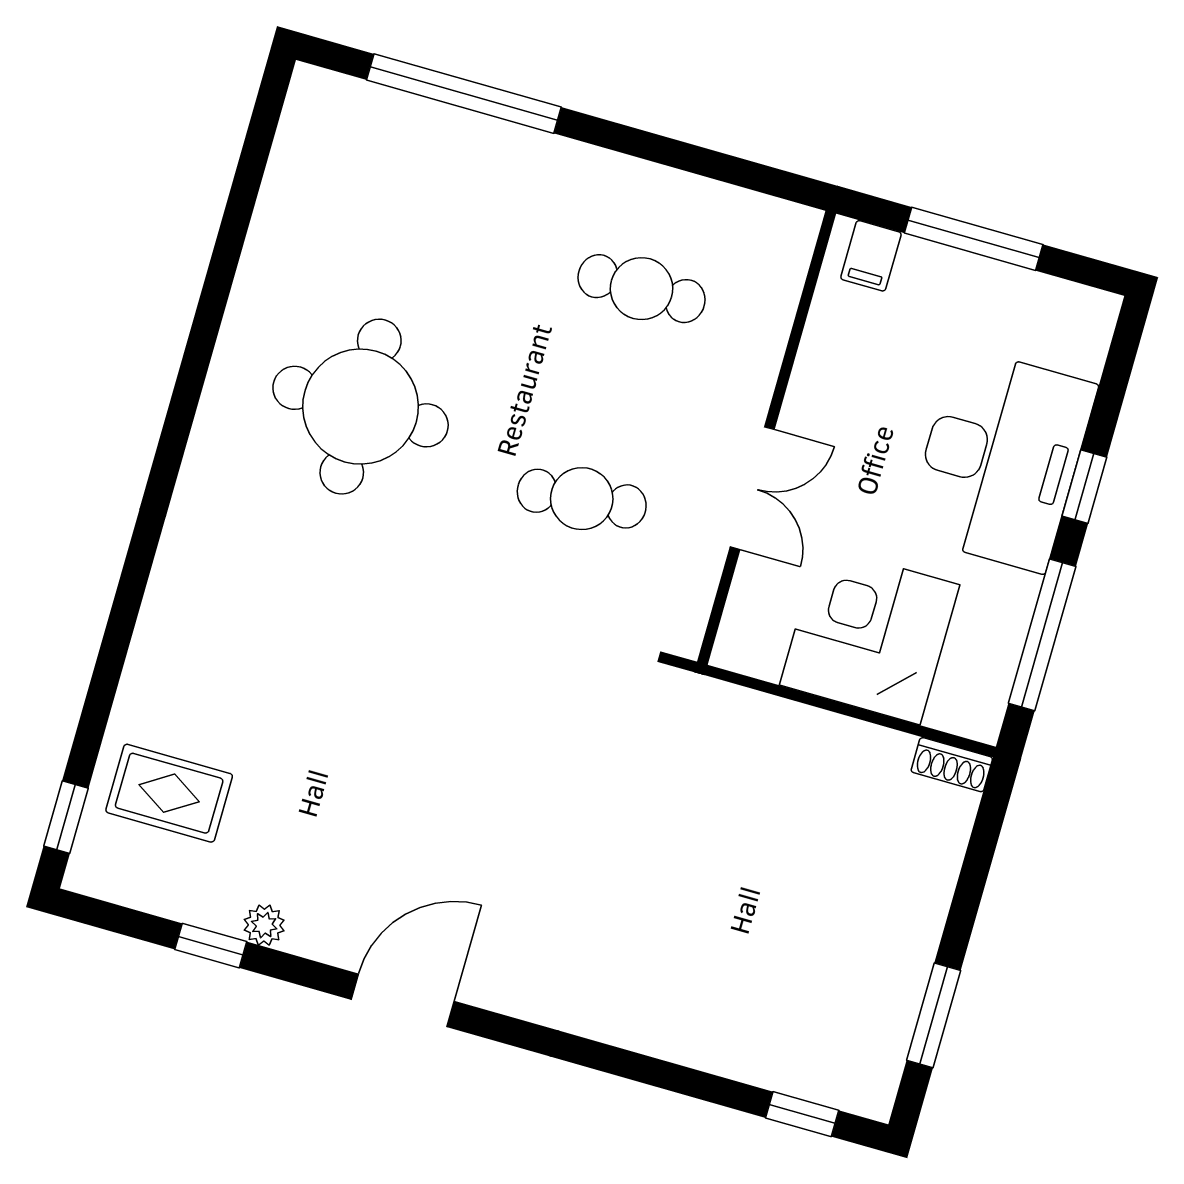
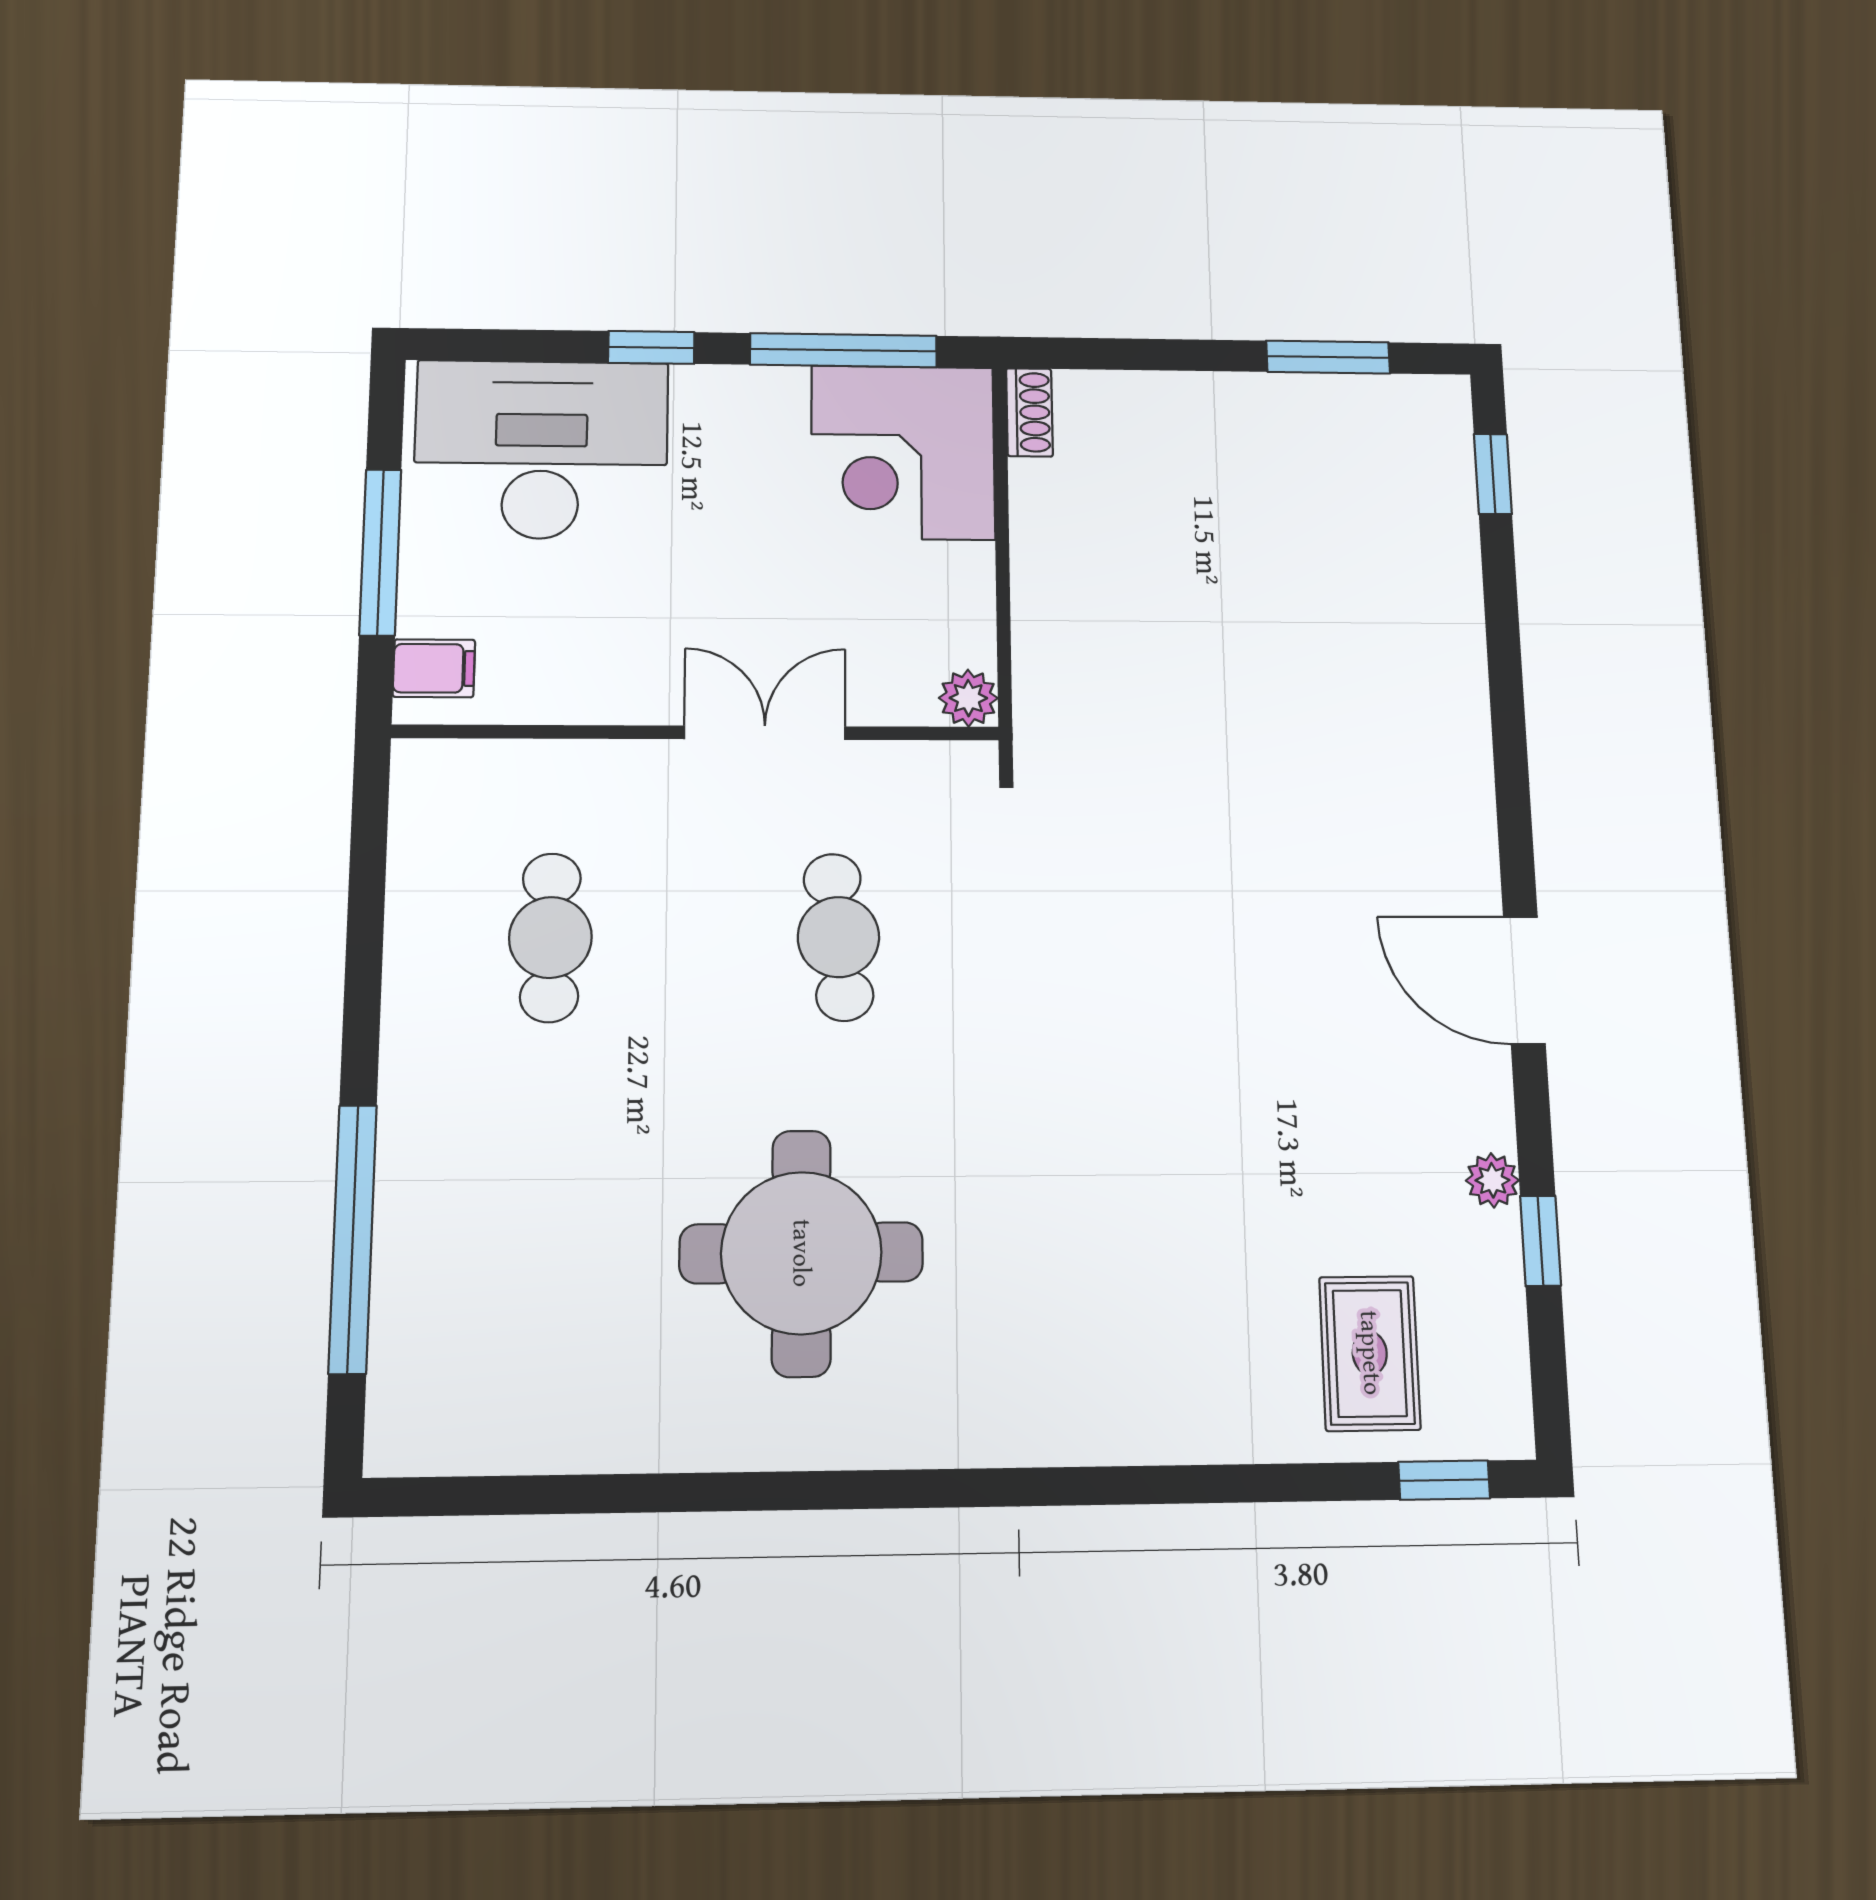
desk: (1001, 460) -> (541, 450), moved
corner desk: (870, 635) -> (903, 452), moved
plant: (736, 649) -> (968, 698), added

